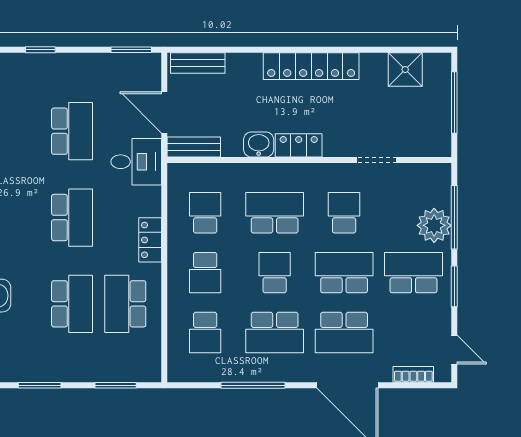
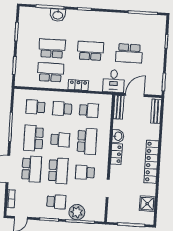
school desk: (344, 213) -> (85, 172), turned 180
school desk: (72, 218) -> (91, 51), turned 180
school desk: (414, 273) -> (56, 202), width x0.54
school desk: (72, 304) -> (52, 48), turned 180
school desk: (344, 332) -> (32, 169), turned 180

